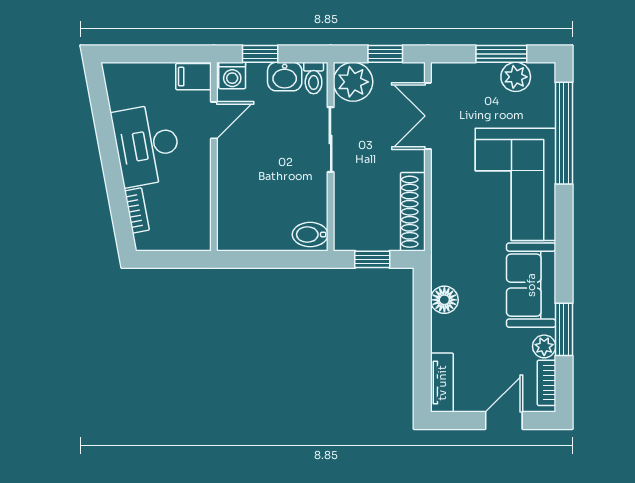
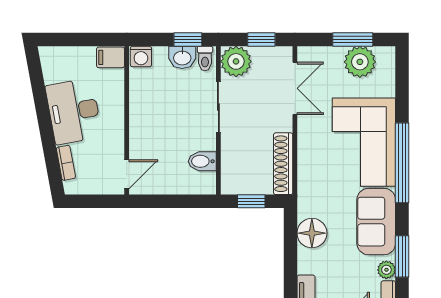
window: (260, 54) -> (188, 39), moved
plant: (516, 77) -> (360, 62), width x1.36, depth x1.36
double door: (428, 116) -> (295, 88), swing flipped
door: (214, 120) -> (127, 174), moved
window: (564, 133) -> (402, 163), moved
bidet: (310, 235) -> (202, 161), moved
floor lamp: (444, 300) -> (312, 233), width x1.38, depth x1.38

